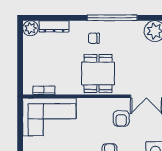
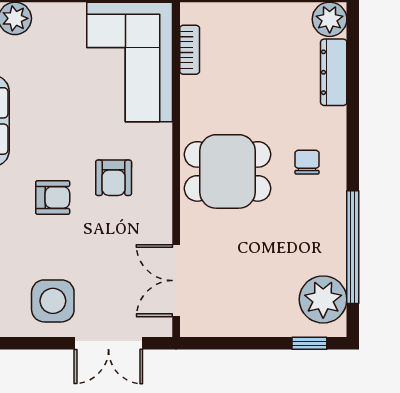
window: (112, 18) -> (353, 247), moved
armchair: (121, 118) -> (114, 178), moved, turned -90

